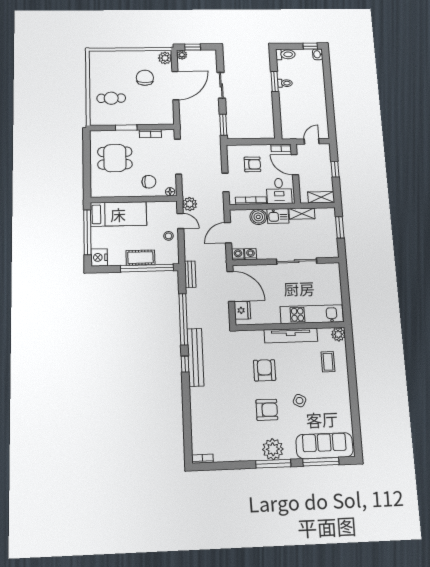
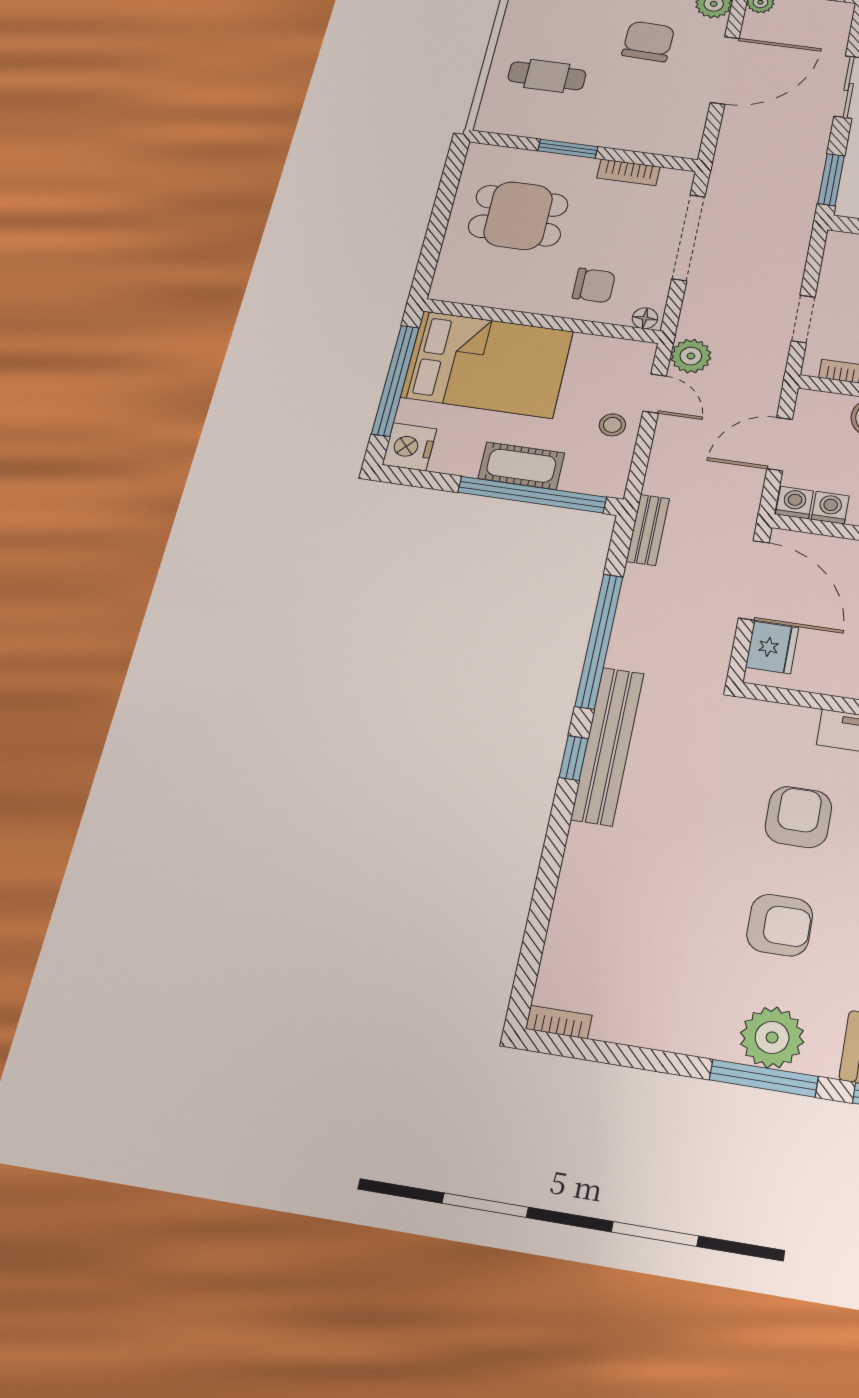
bed: (118, 214) -> (487, 364), width x1.50

